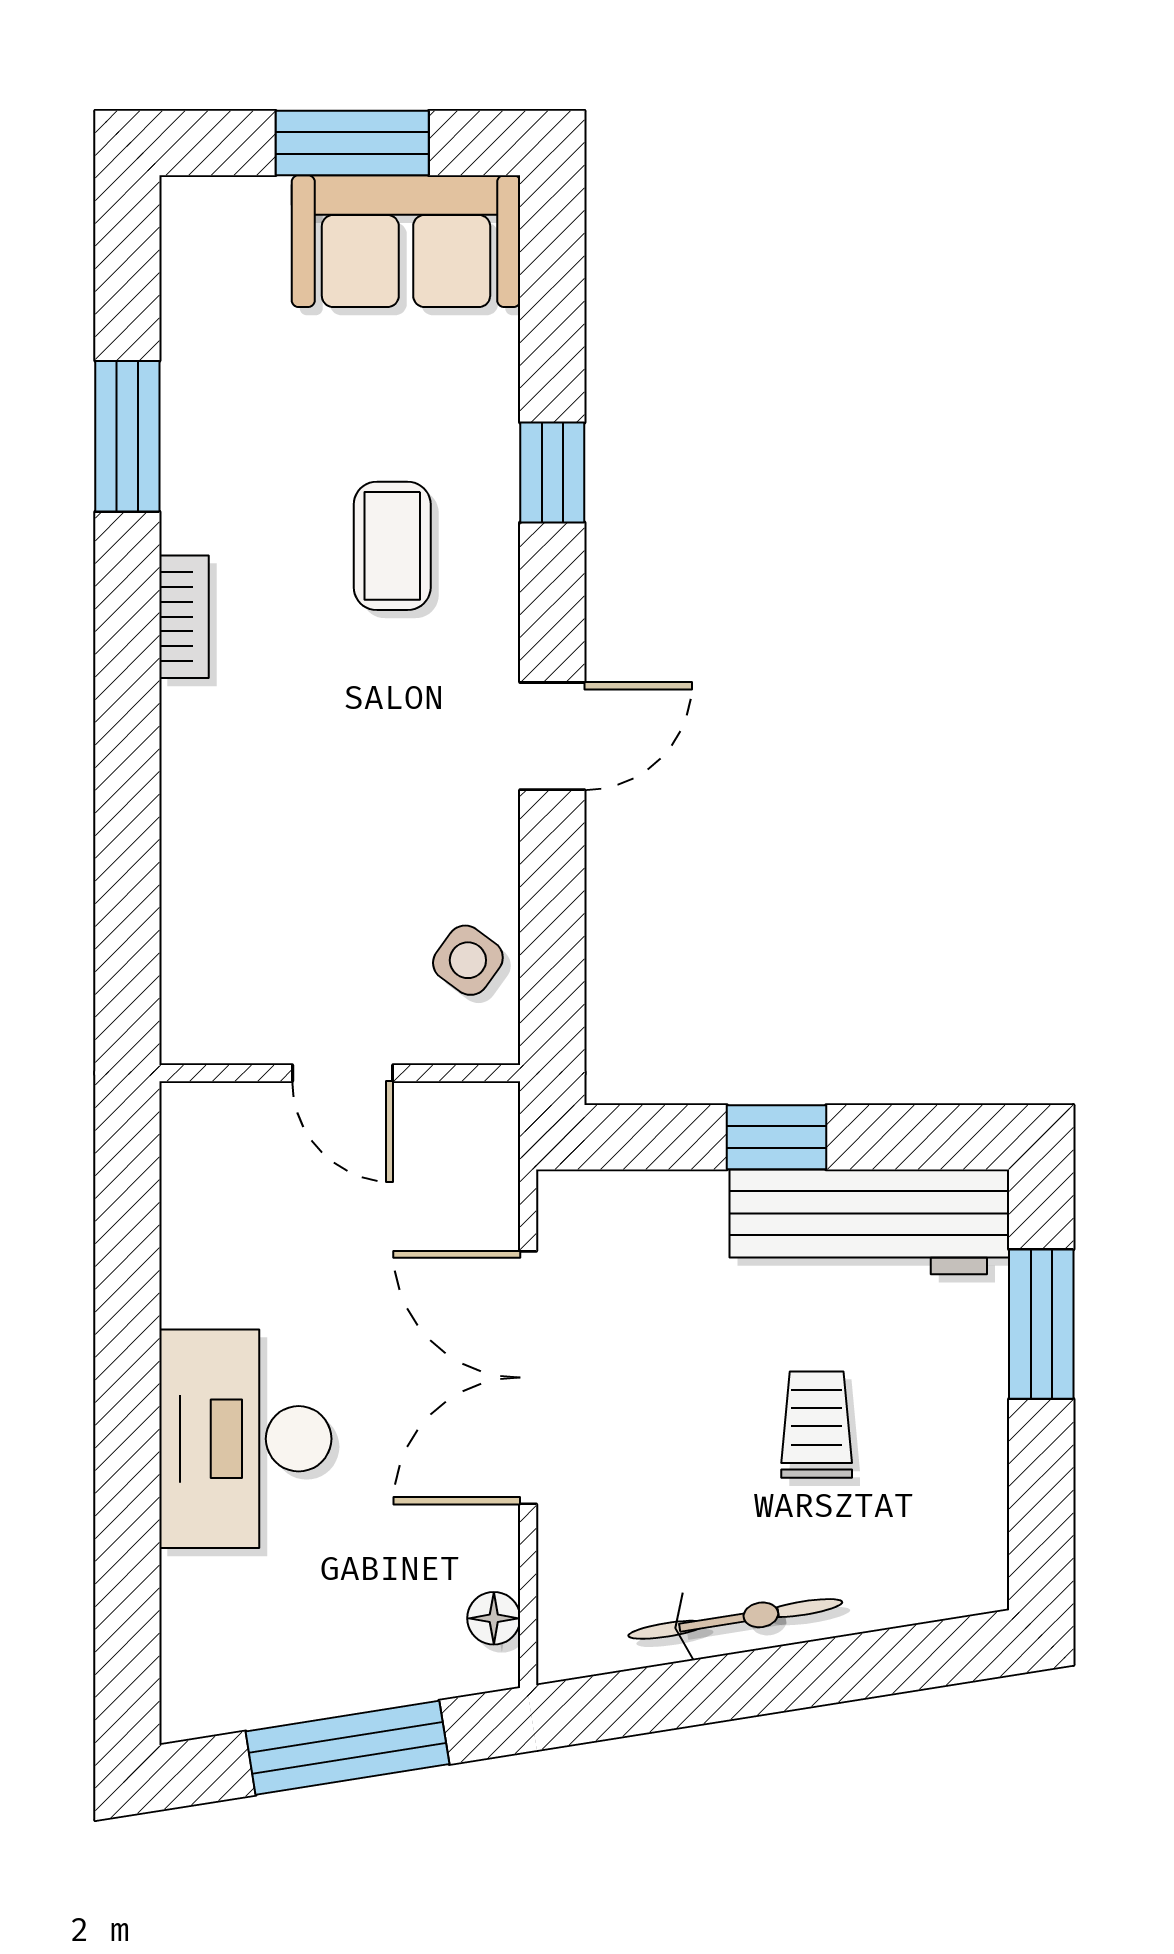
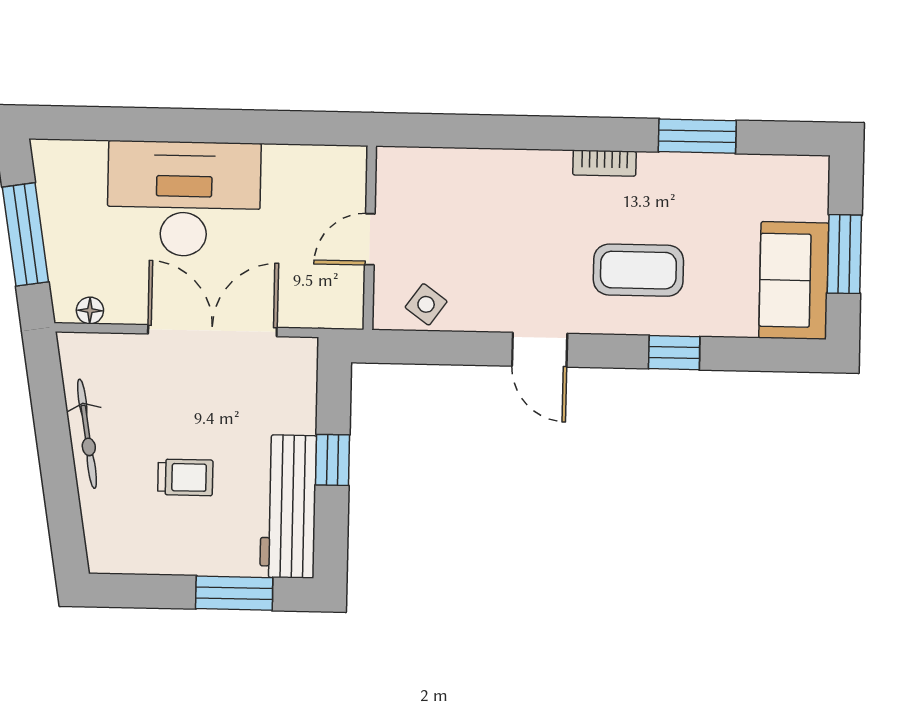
coffee table: (392, 546) -> (638, 270), width x1.36, depth x1.30
desk: (245, 1439) -> (184, 199), width x1.36, depth x1.30

